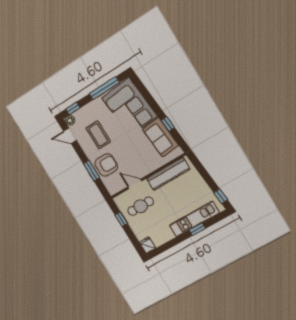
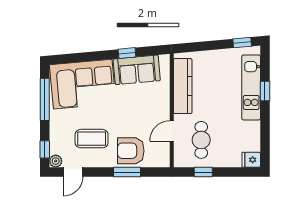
armchair: (106, 165) -> (131, 151), turned -90

